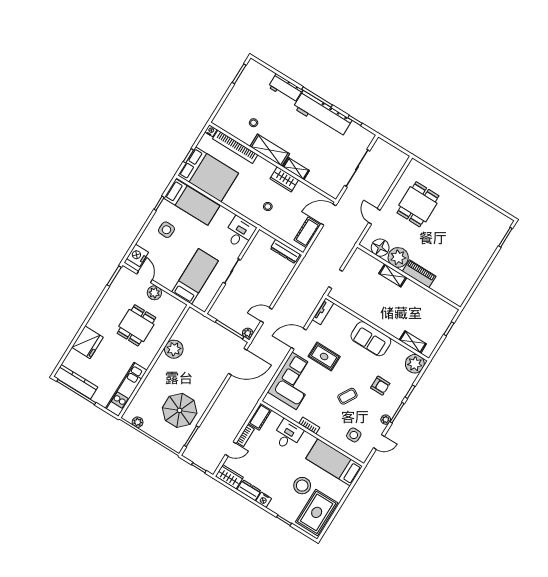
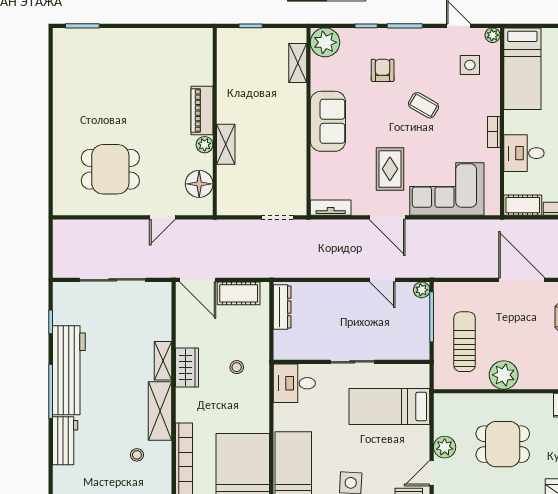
plant: (398, 257) -> (205, 145), width x0.53, depth x0.53
sun lounger: (205, 339) -> (464, 342), added
door: (238, 362) -> (522, 280), moved
plant: (386, 420) -> (493, 35), moved

